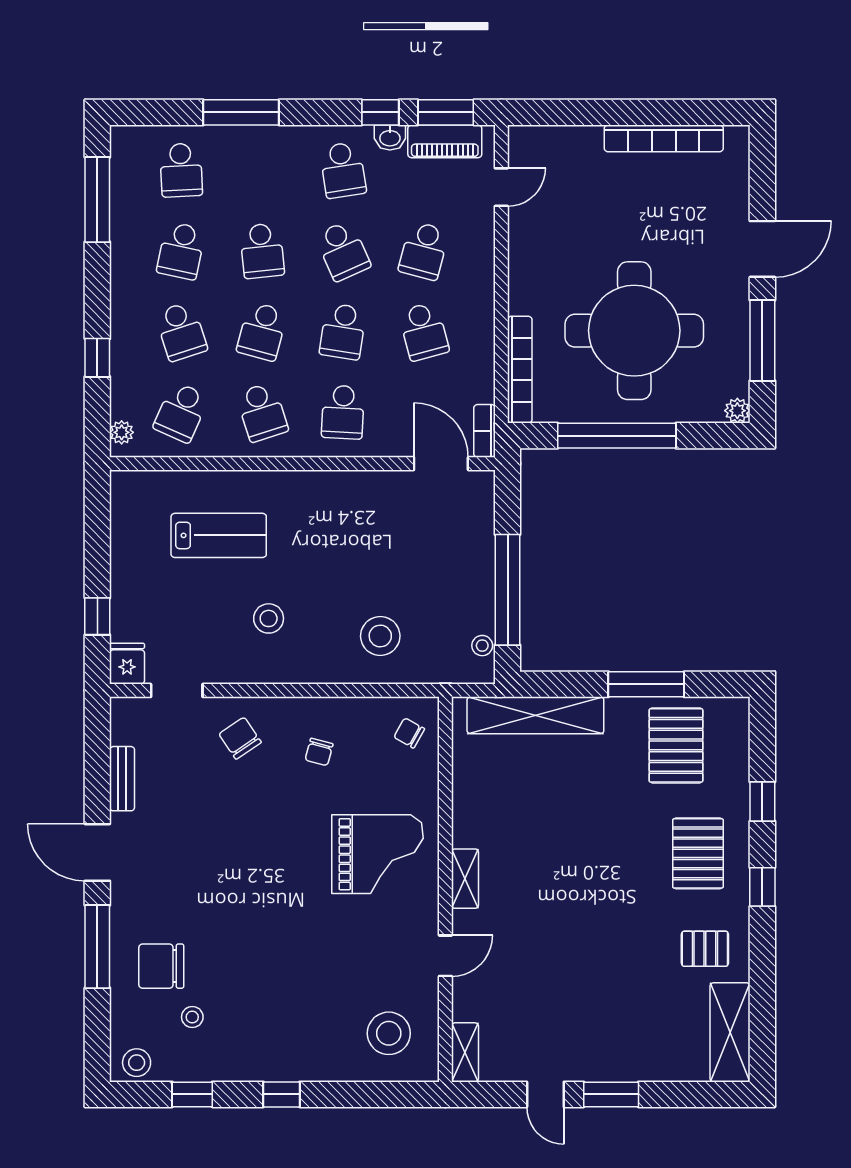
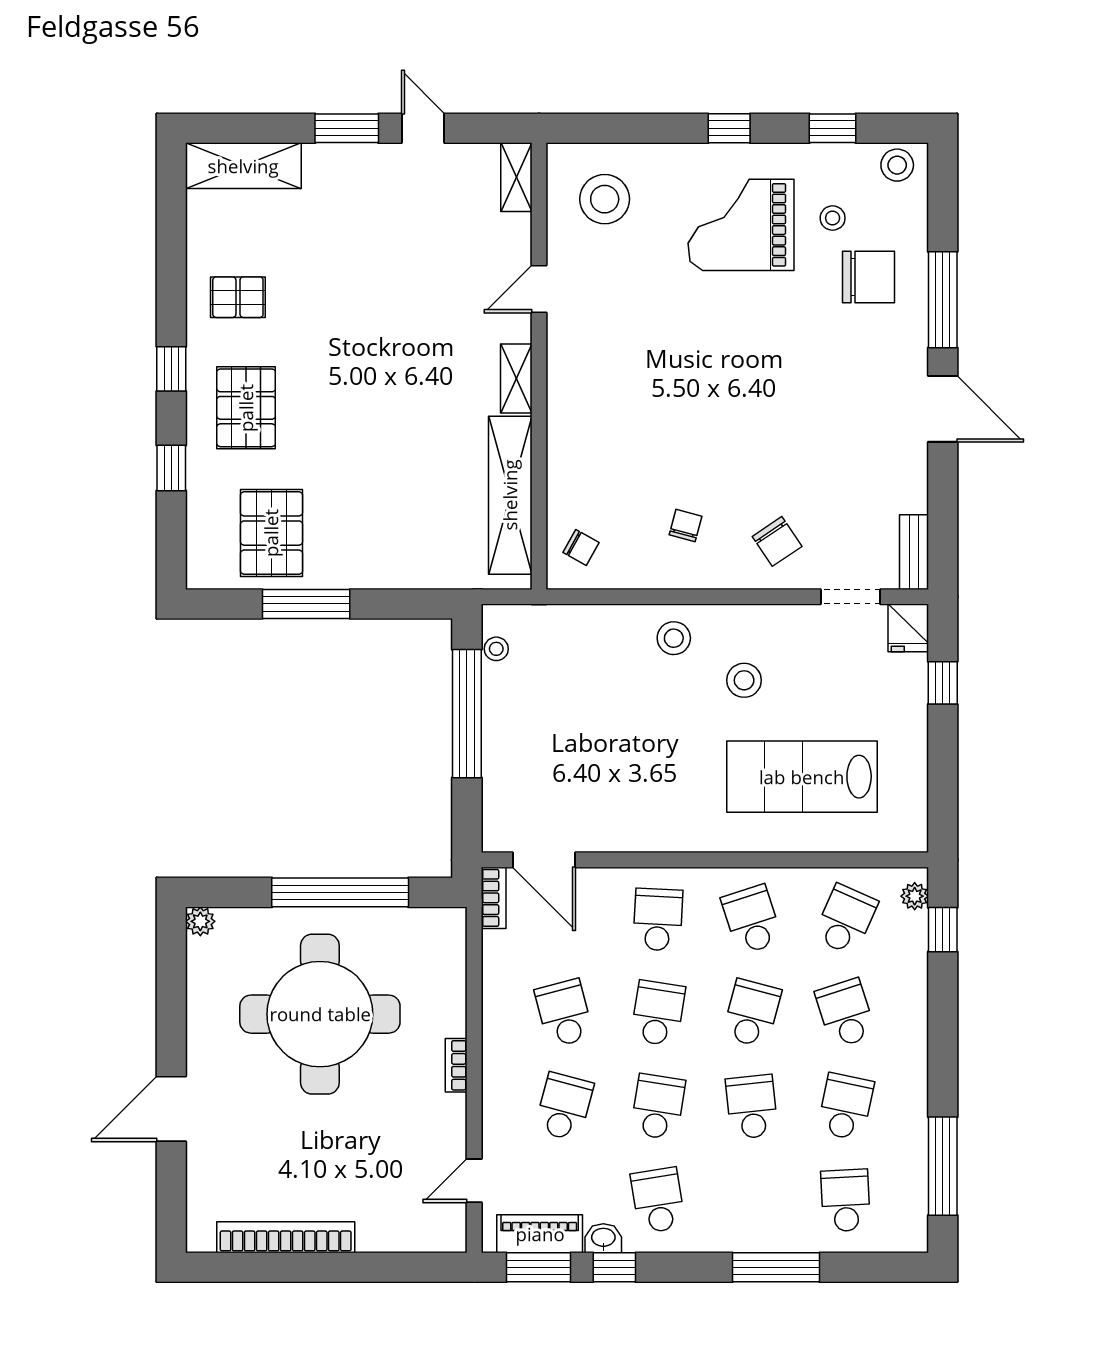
school desk: (343, 251) -> (658, 1107), turned 33
window: (762, 340) -> (171, 1003), removed
window: (97, 358) -> (943, 930), moved
bookcase: (520, 370) -> (456, 1065), moved, width x0.43, depth x0.76
lab bench: (219, 535) -> (802, 777), width x1.36, depth x1.39
stool: (380, 636) -> (674, 638), moved, width x0.73, depth x0.73
shelving: (535, 715) -> (510, 495), moved, turned 90
bench: (122, 779) -> (914, 552), moved
grand piano: (378, 854) -> (741, 225), moved
shelving: (730, 1032) -> (243, 166), moved, turned 90

